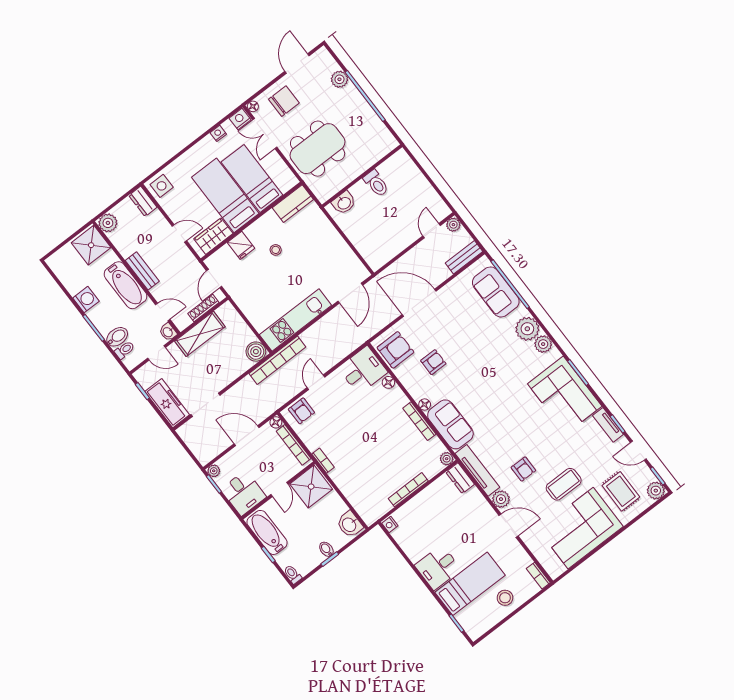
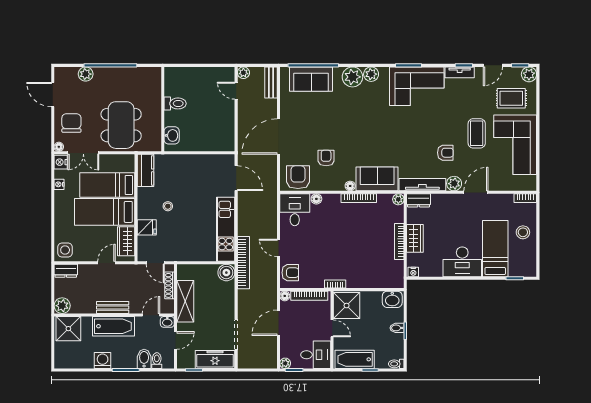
wardrobe: (422, 502) -> (415, 238), added
desk: (438, 567) -> (462, 262), width x1.37

